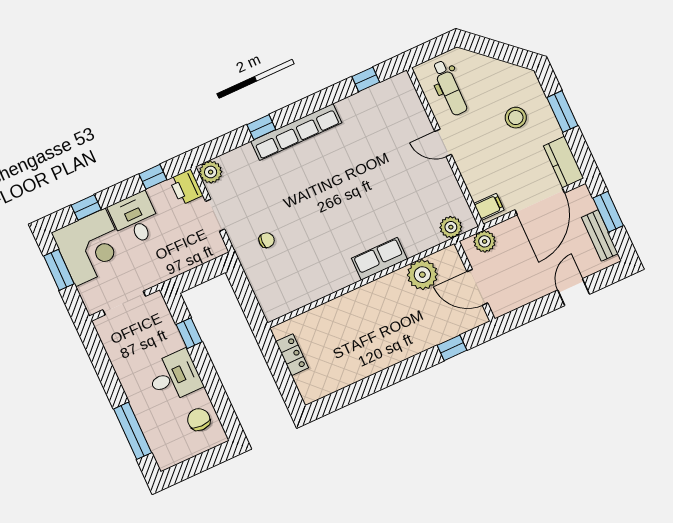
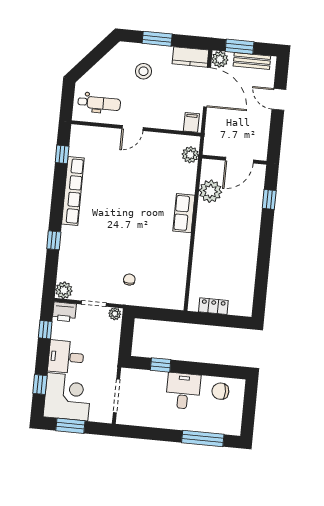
row of seats: (296, 132) -> (73, 191), moved
plant: (485, 241) -> (220, 59), moved
plant: (217, 246) -> (115, 314), added

